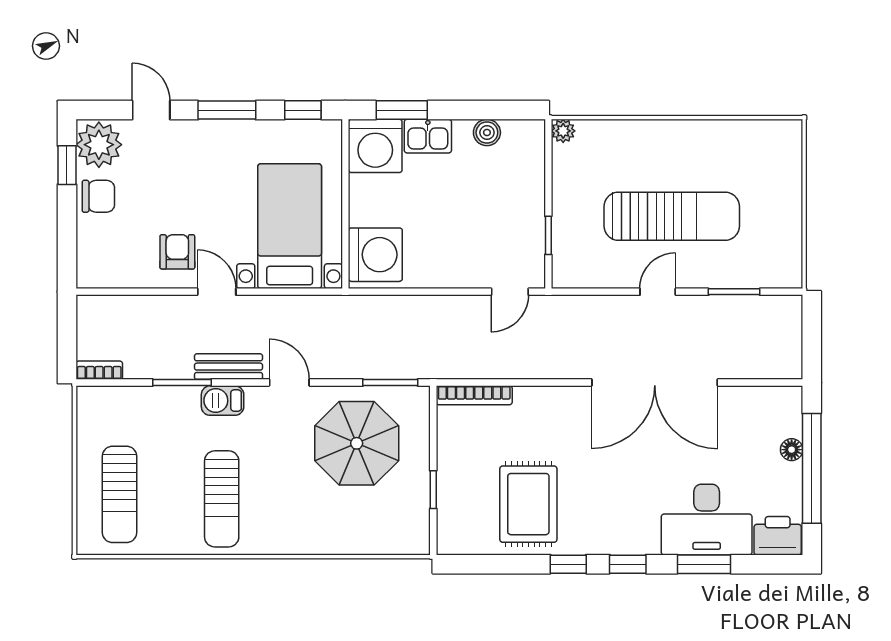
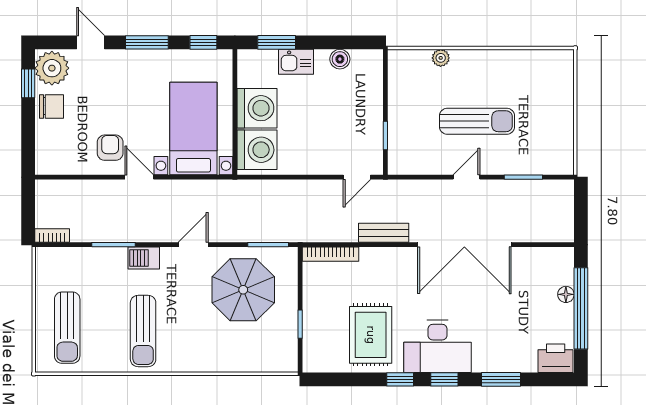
plant: (563, 131) -> (441, 58), moved
washing machine: (375, 146) -> (257, 108), moved, turned -90
sun lounger: (672, 216) -> (477, 121), width x0.73, depth x0.75
bench: (228, 367) -> (384, 233), moved
door: (289, 383) -> (193, 245), hinge flipped
desk: (707, 520) -> (438, 346), moved

